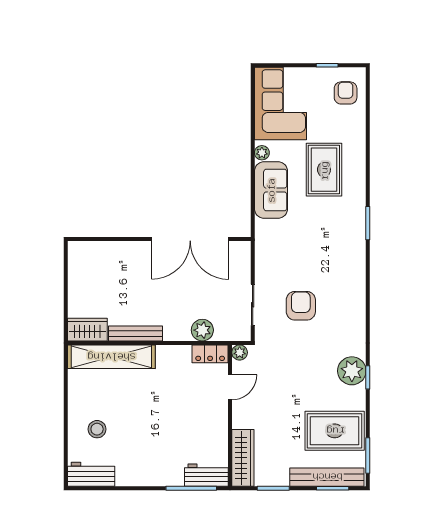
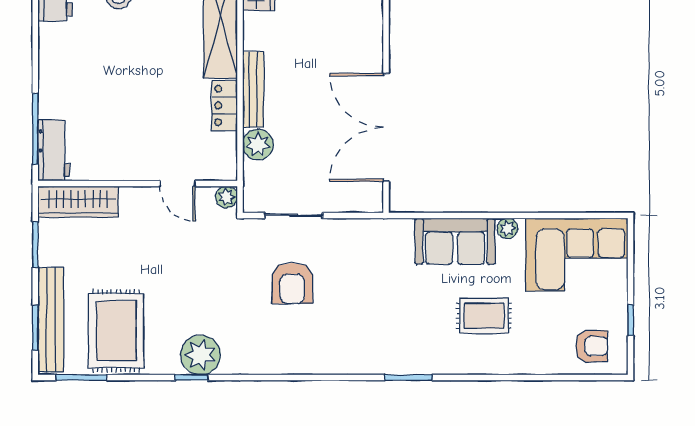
rug: (324, 170) -> (484, 316), width x0.73, depth x0.70
armchair: (301, 306) -> (292, 283), turned 90
bench: (135, 334) -> (253, 89), moved
locker: (210, 354) -> (225, 105), moved

